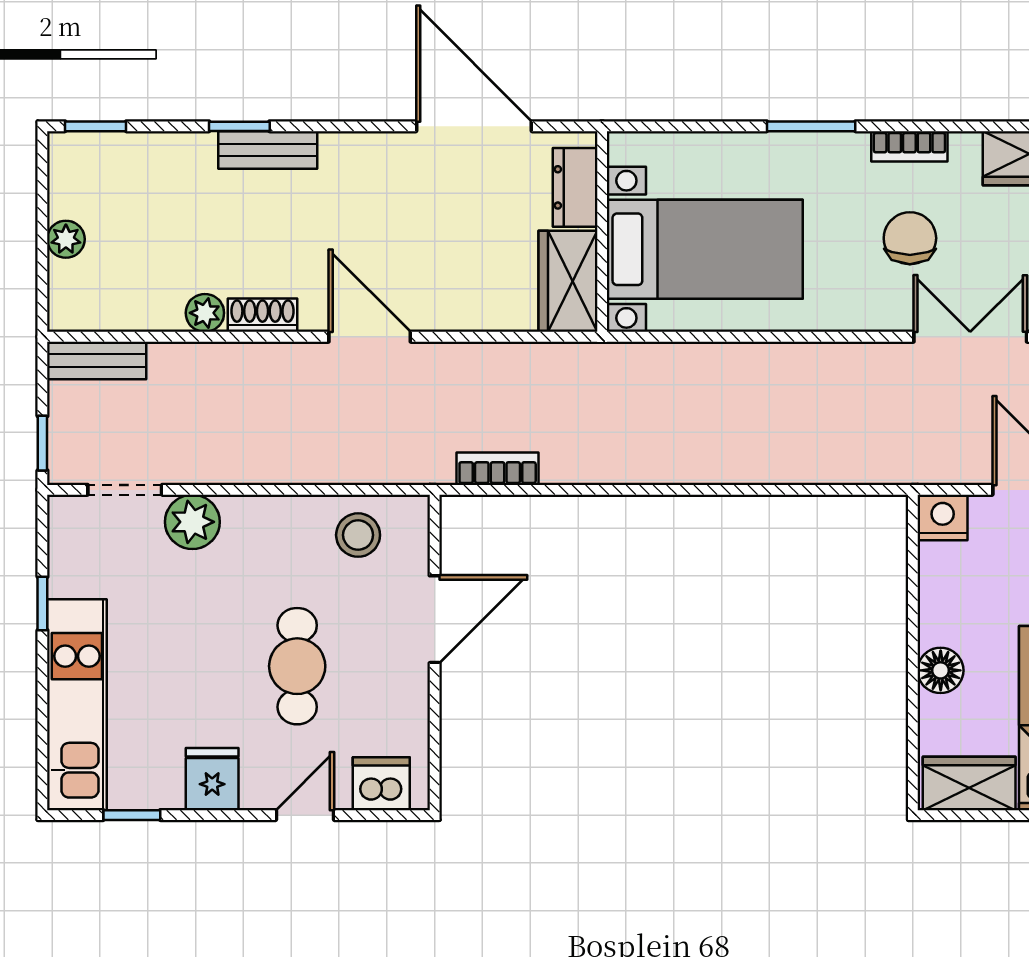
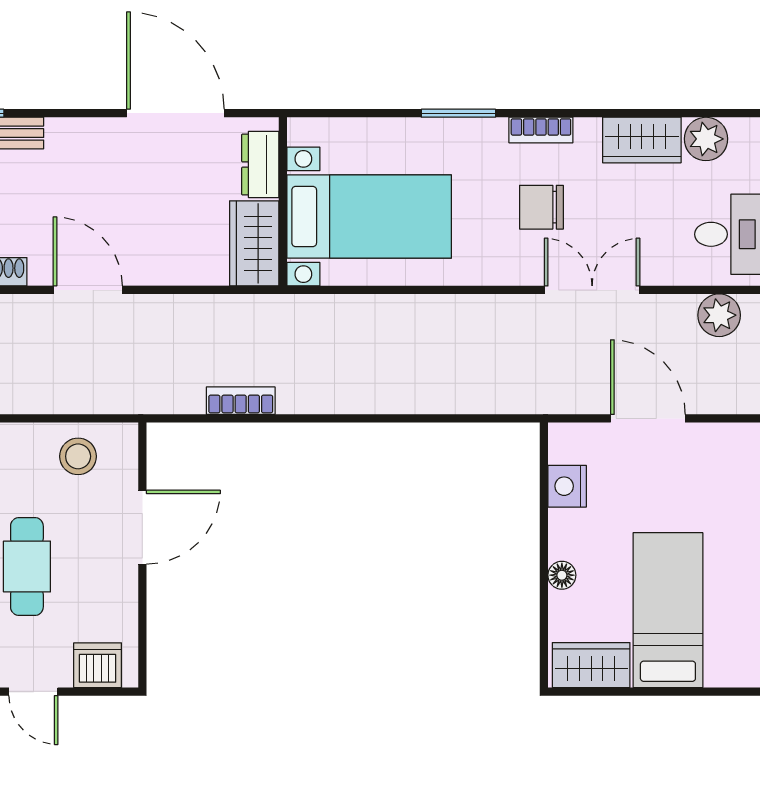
chair: (910, 238) -> (541, 207), turned -90
bookcase: (498, 469) -> (241, 401), moved
nightstand: (943, 517) -> (567, 486), moved, turned -90
floor lamp: (941, 670) -> (562, 575), width x0.73, depth x0.73
door: (305, 815) -> (33, 692), swing flipped

